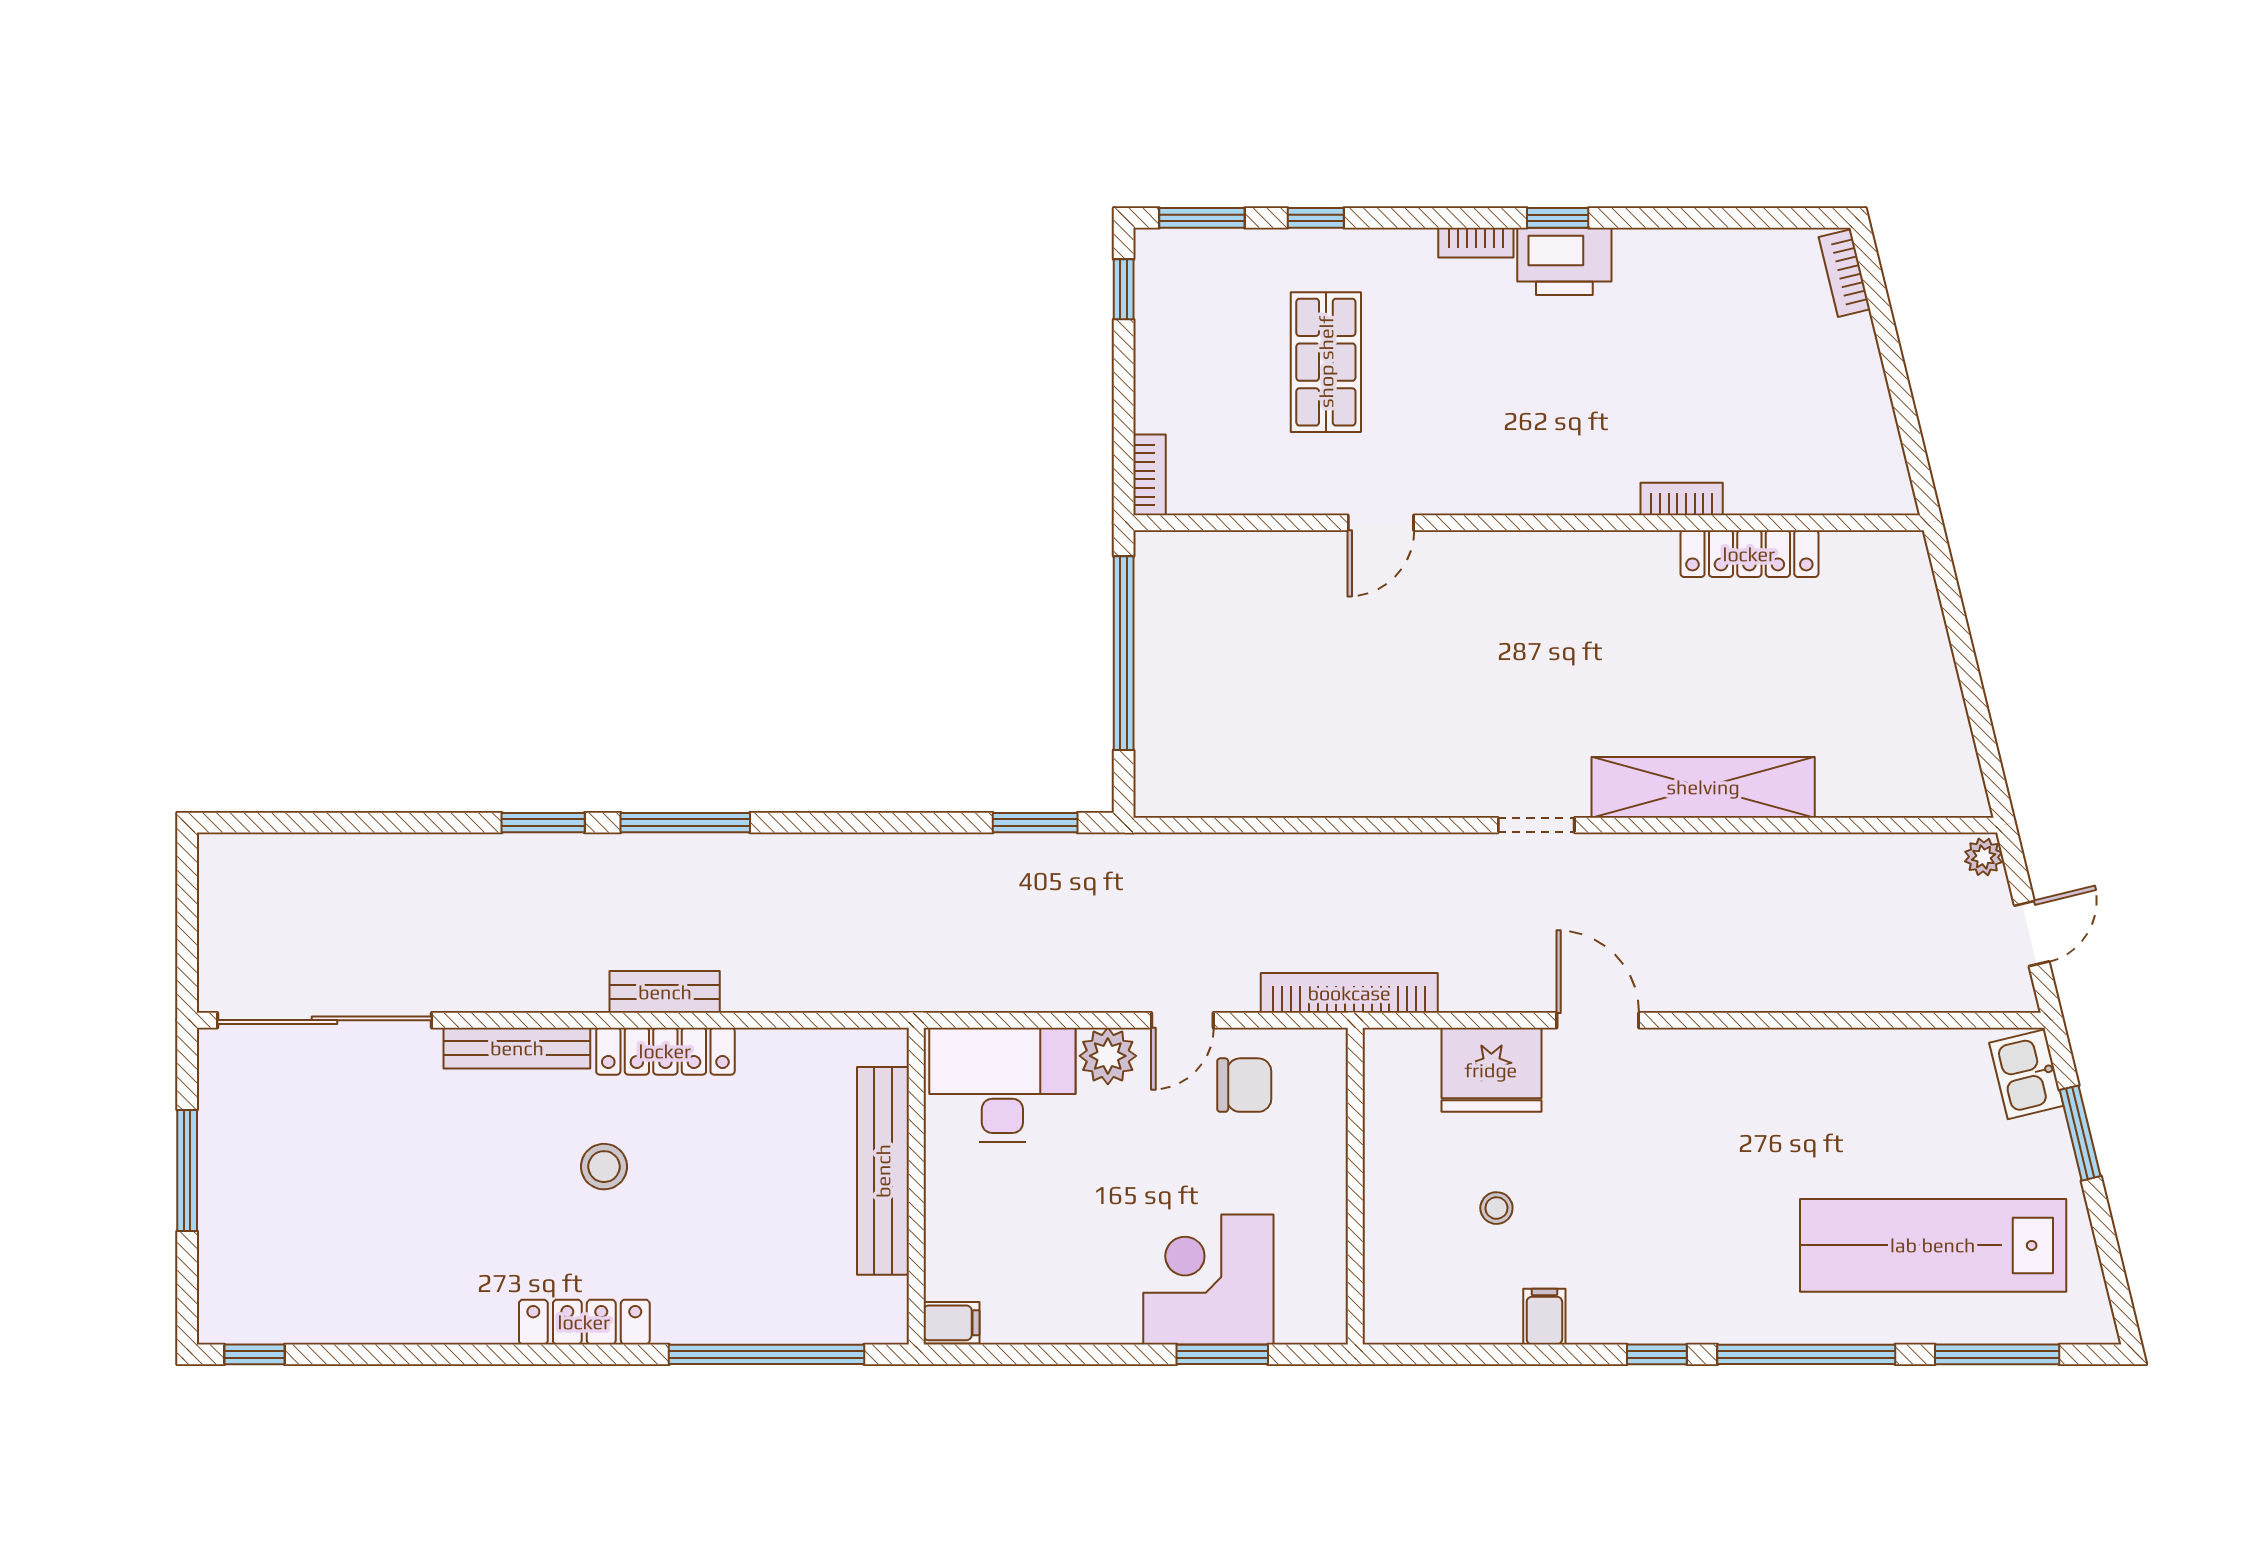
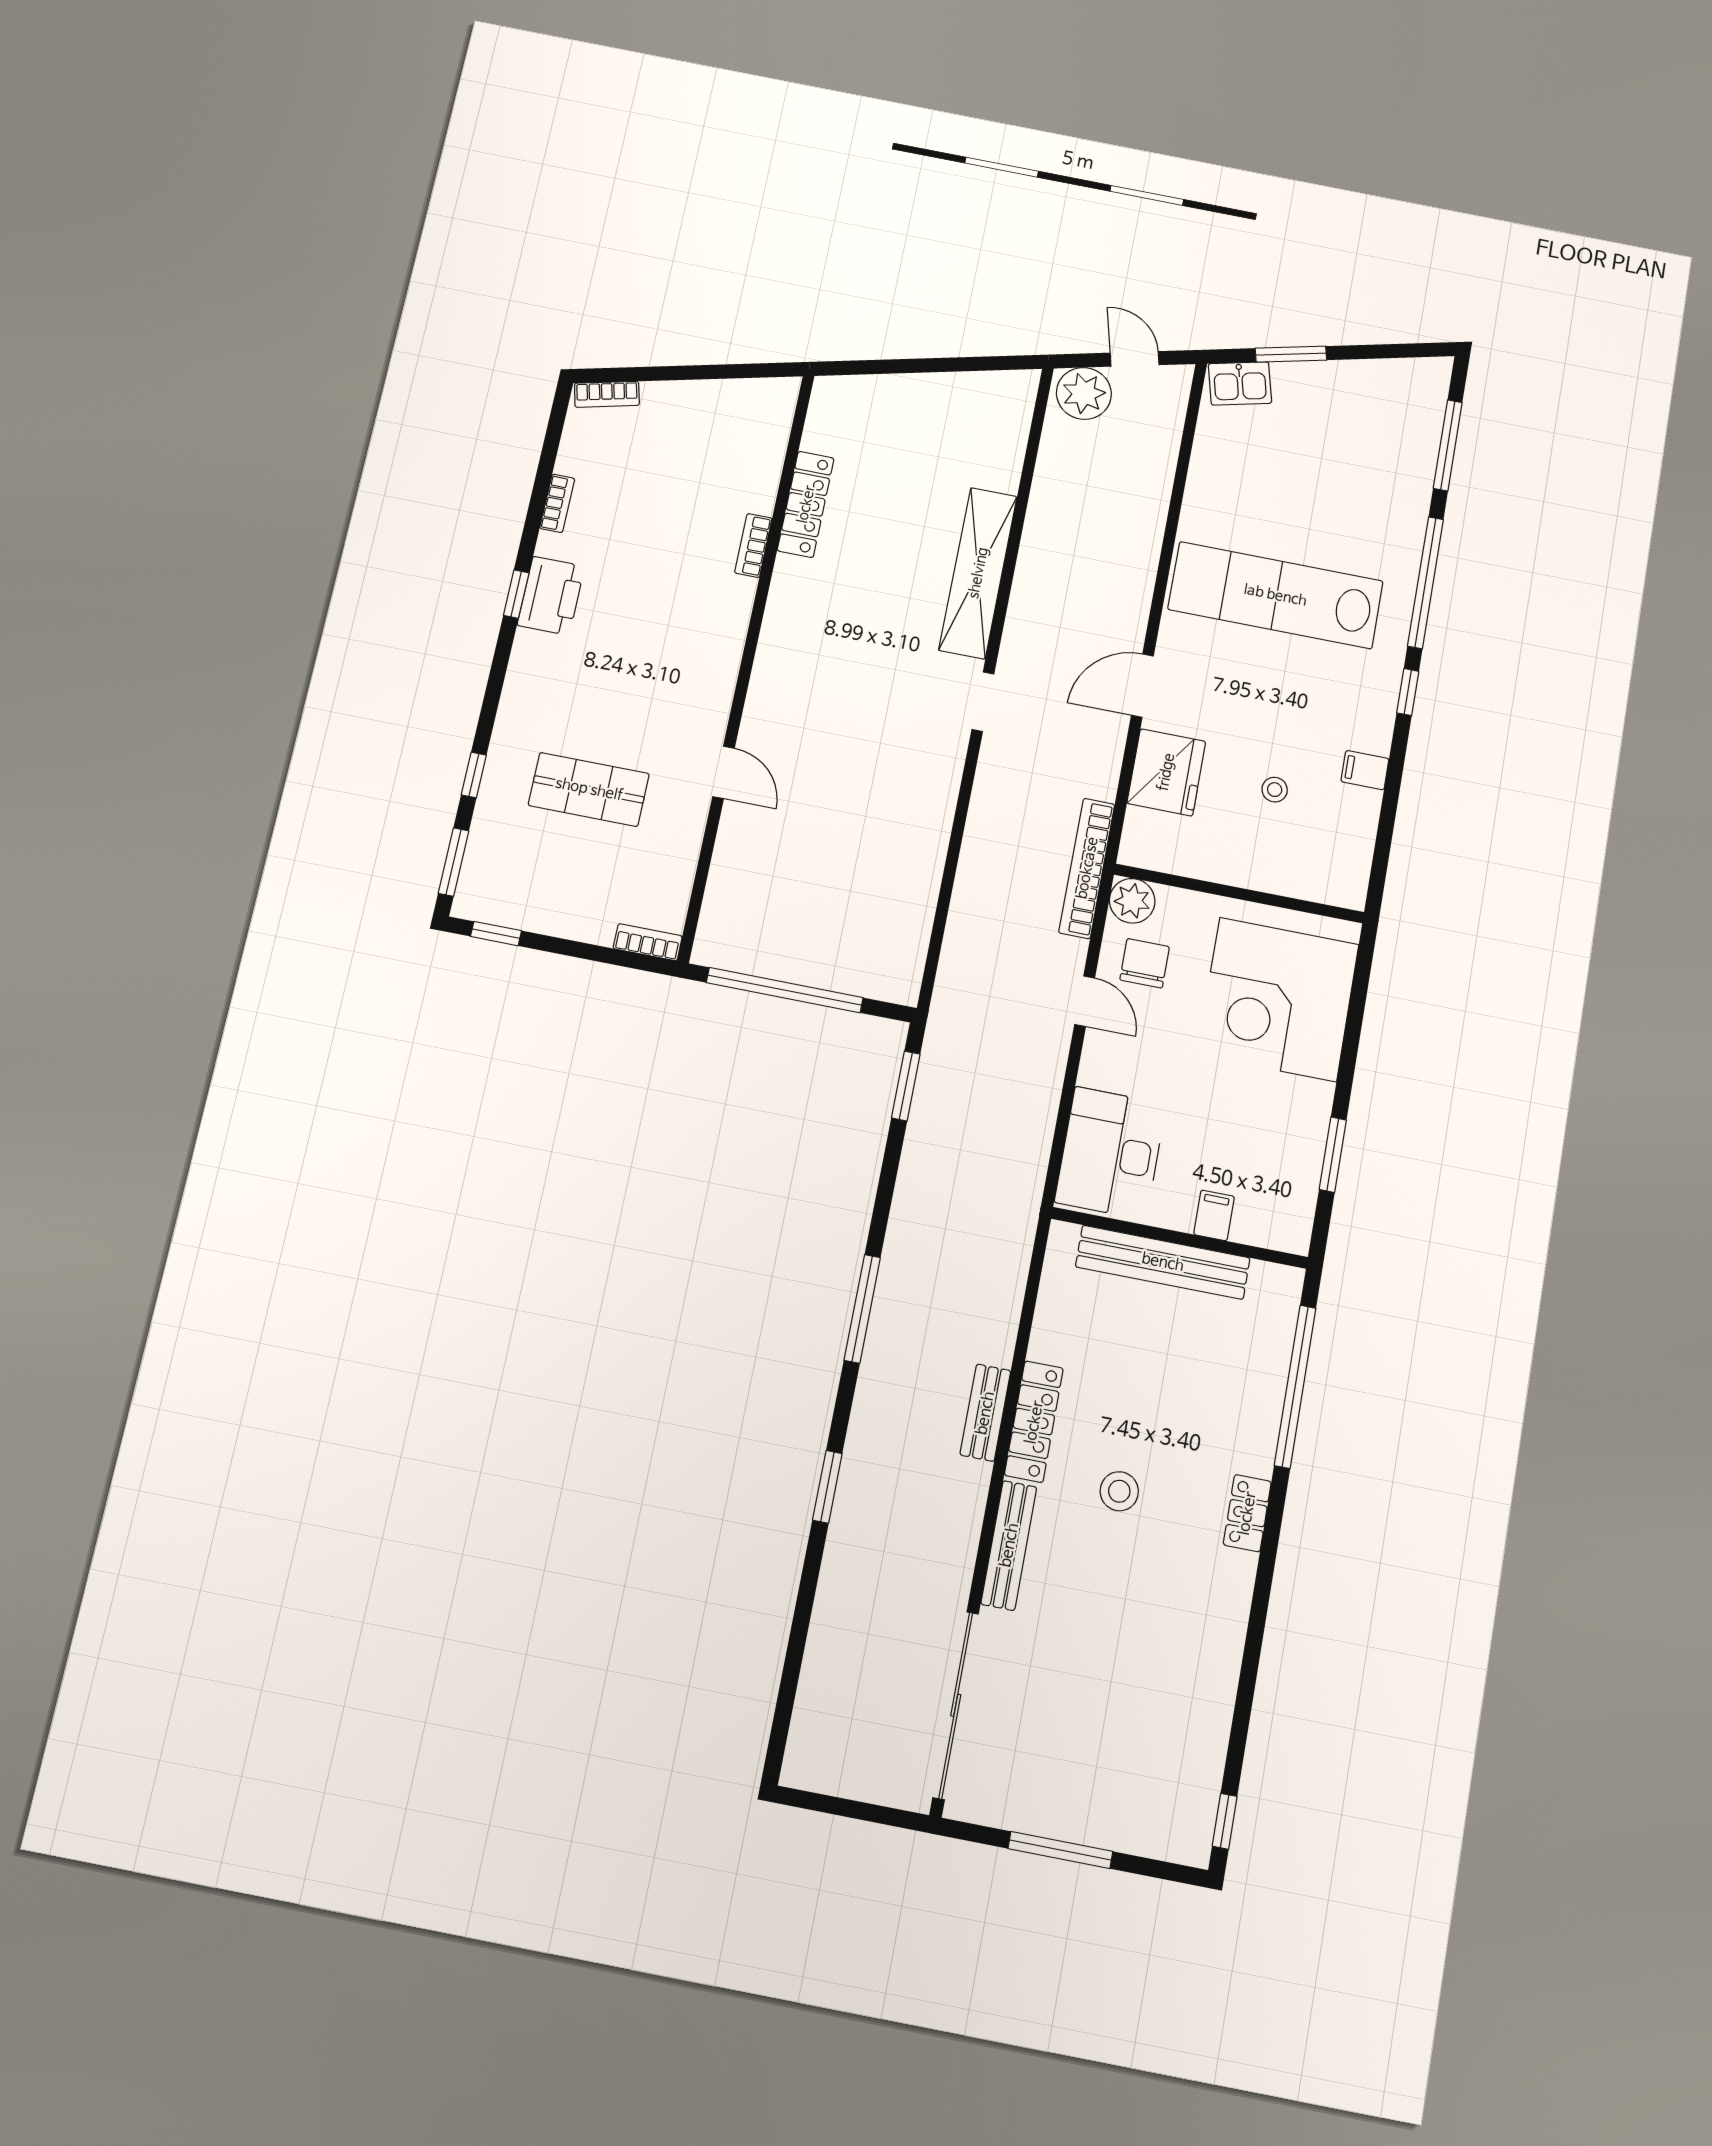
bookcase: (1476, 243) -> (557, 503), moved
window: (685, 823) -> (862, 1309), moved
plant: (1983, 857) -> (1084, 393), width x1.88, depth x1.88
plant: (1108, 1056) -> (1132, 901), moved
lab bench: (1933, 1245) -> (1275, 595), moved, turned 90
corner desk: (1208, 1279) -> (1278, 999), width x1.36, depth x1.36
locker: (584, 1322) -> (1247, 1513), width x0.66
filing cabinet: (951, 1323) -> (1214, 1215), moved
window: (1222, 1354) -> (1333, 1155), moved

